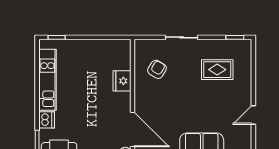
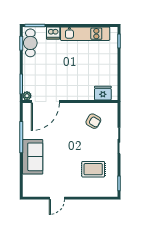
rug: (217, 70) -> (93, 169), turned 90
fridge: (122, 81) -> (103, 93), moved
door: (253, 115) -> (57, 198), swing flipped

